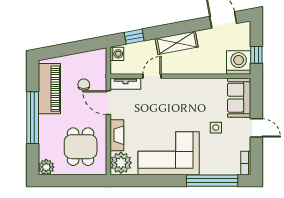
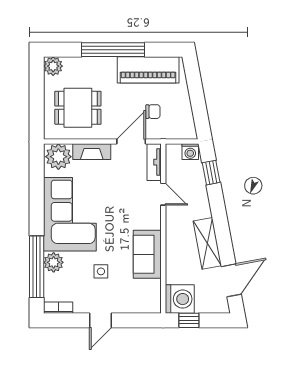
shelving: (177, 43) -> (207, 243), moved
sofa: (239, 98) -> (147, 254), moved, turned -90
plant: (208, 167) -> (54, 262), added

